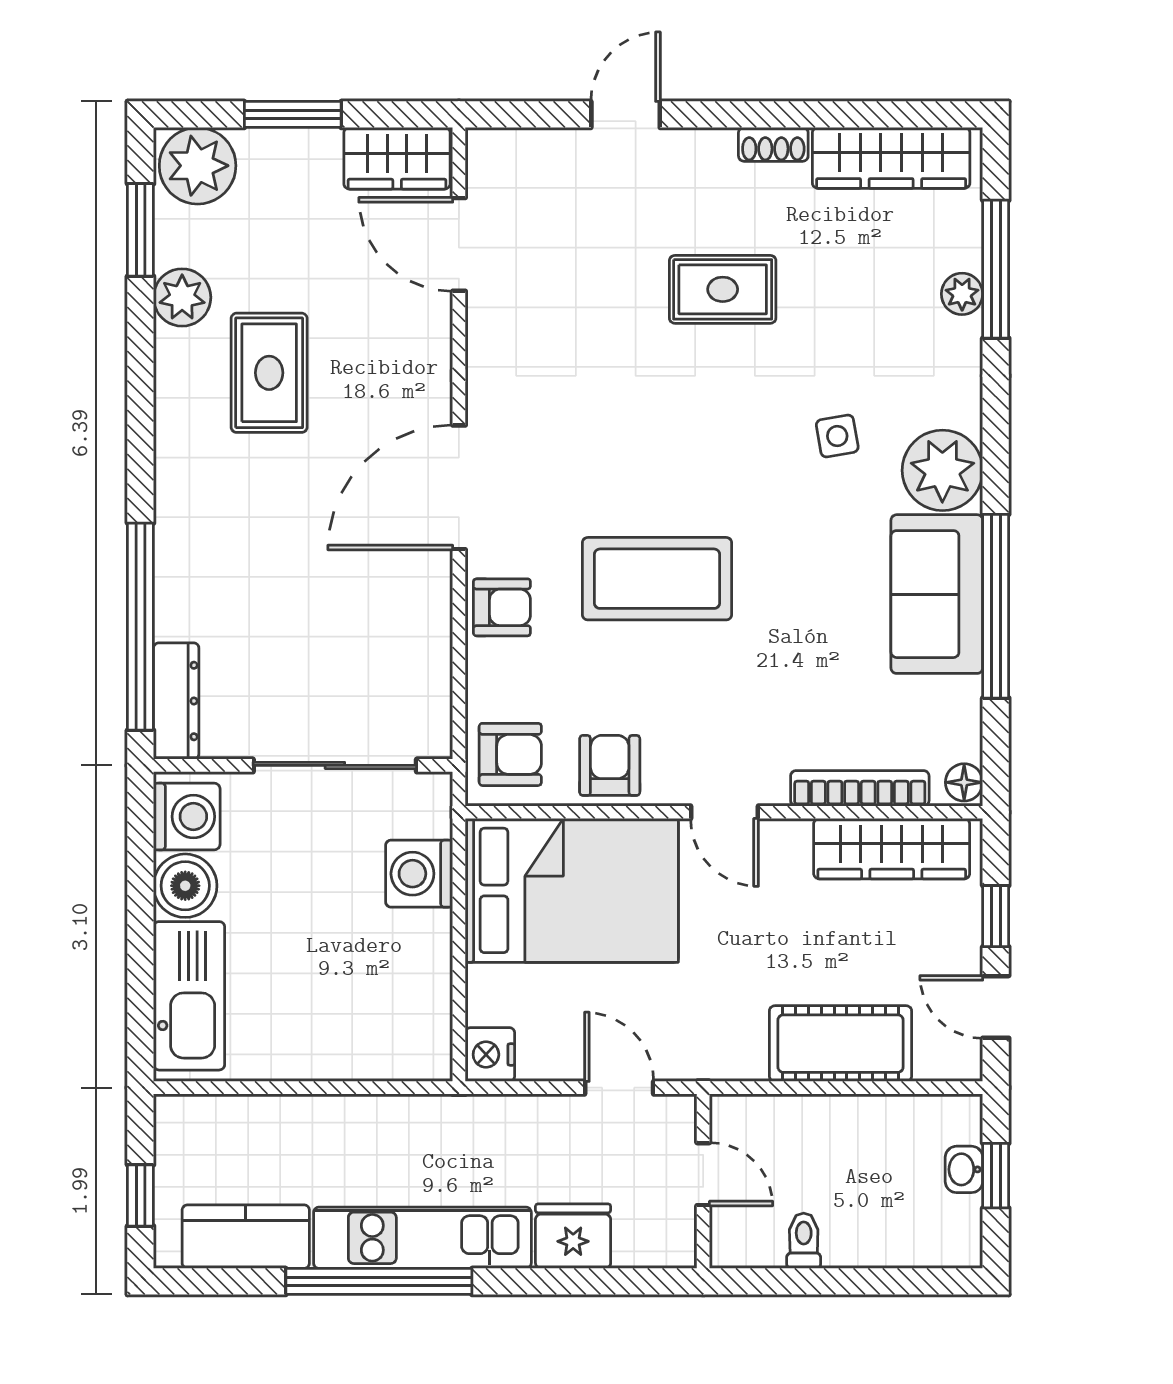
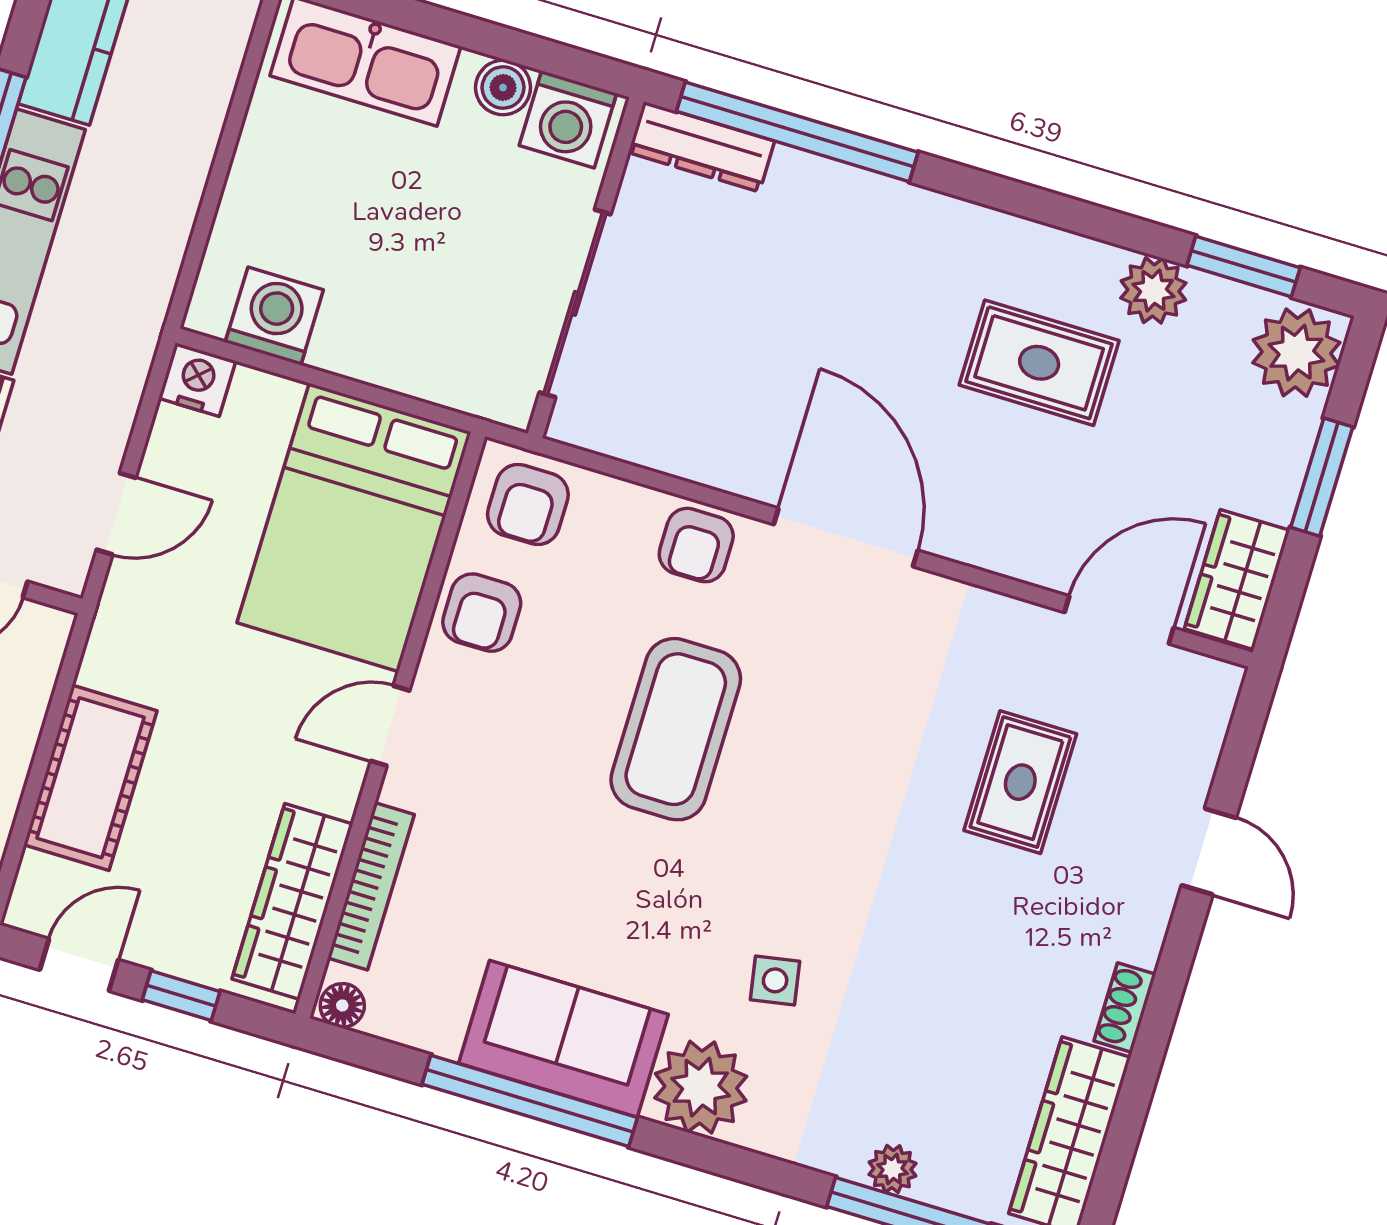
rug: (723, 289) -> (1020, 782), moved
armchair: (610, 765) -> (482, 613), turned 90
washing machine: (419, 874) -> (274, 316), moved
boiler: (185, 886) -> (503, 87), width x0.73, depth x0.73

